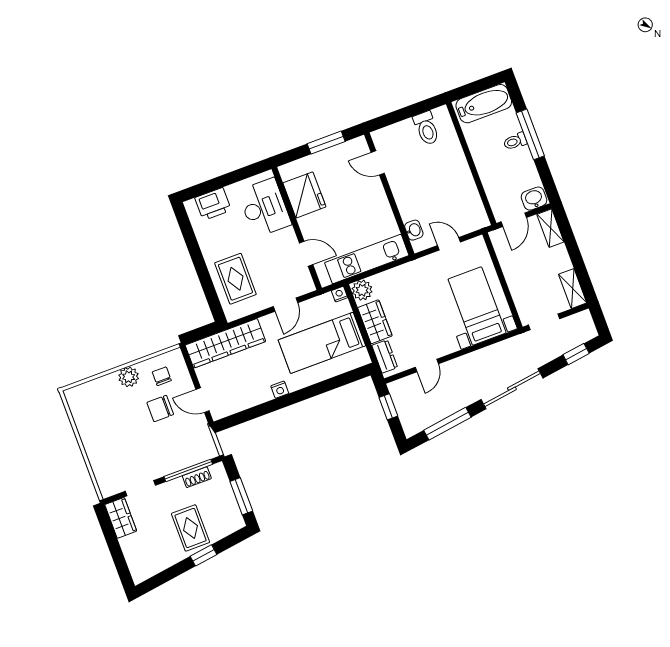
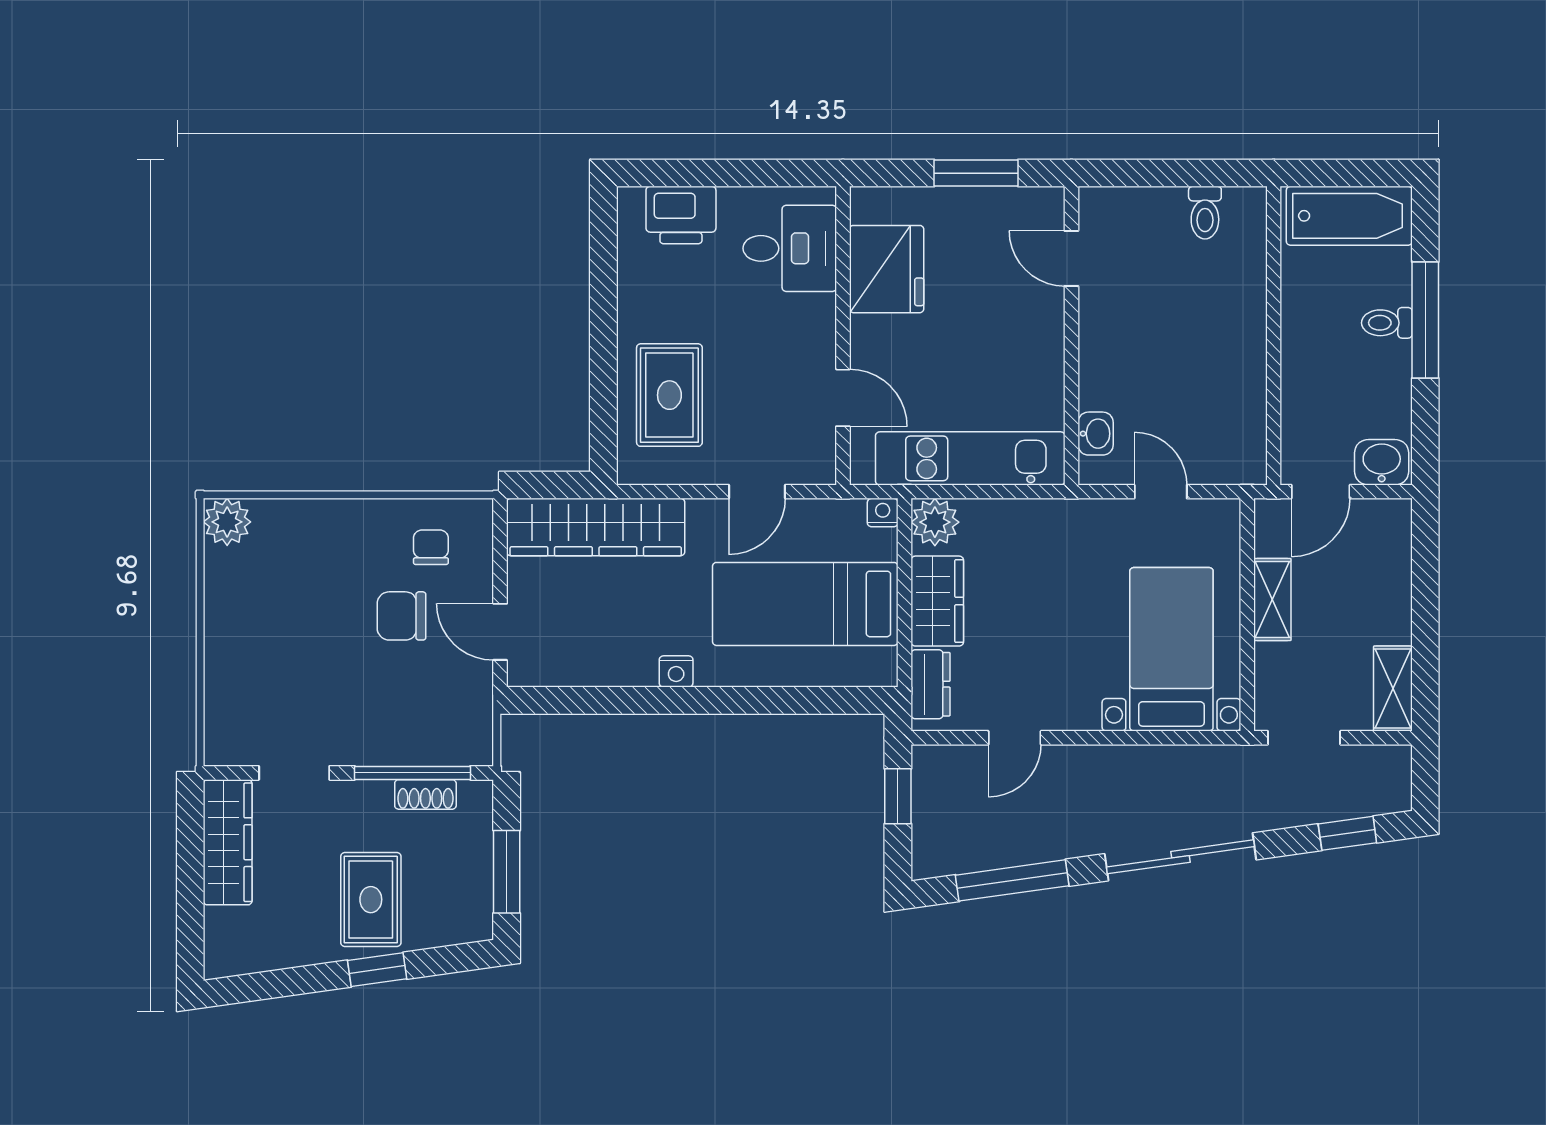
toilet: (426, 128) -> (1205, 213), width x0.73, depth x0.72
desk: (264, 208) -> (790, 248), width x0.73
shelving: (550, 228) -> (1272, 600), moved
plant: (129, 377) -> (227, 522), moved
wardrobe: (121, 518) -> (228, 842), width x1.50

